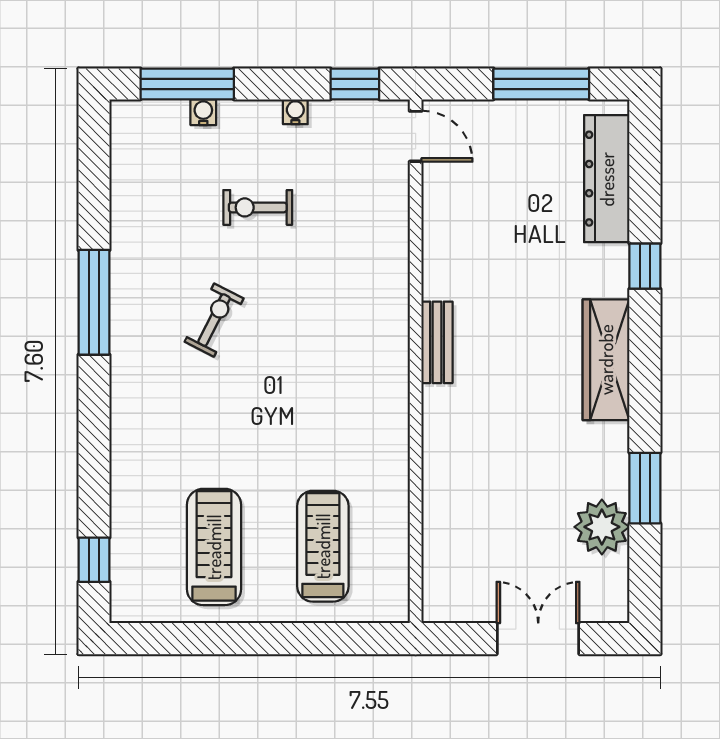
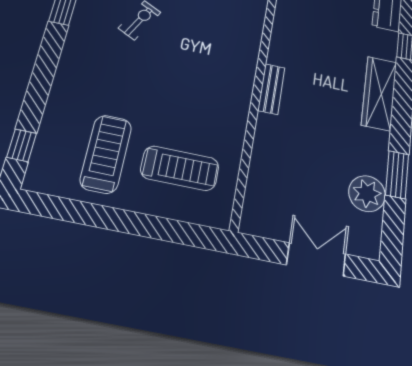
bench: (437, 342) -> (271, 89), moved
treadmill: (323, 546) -> (180, 168), turned 90

